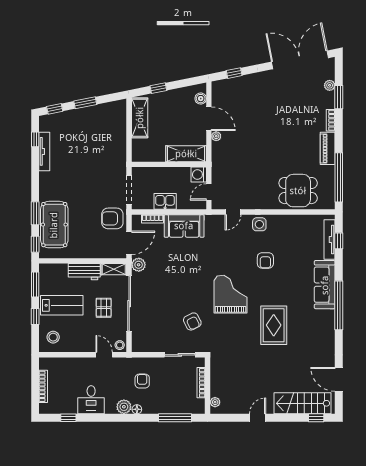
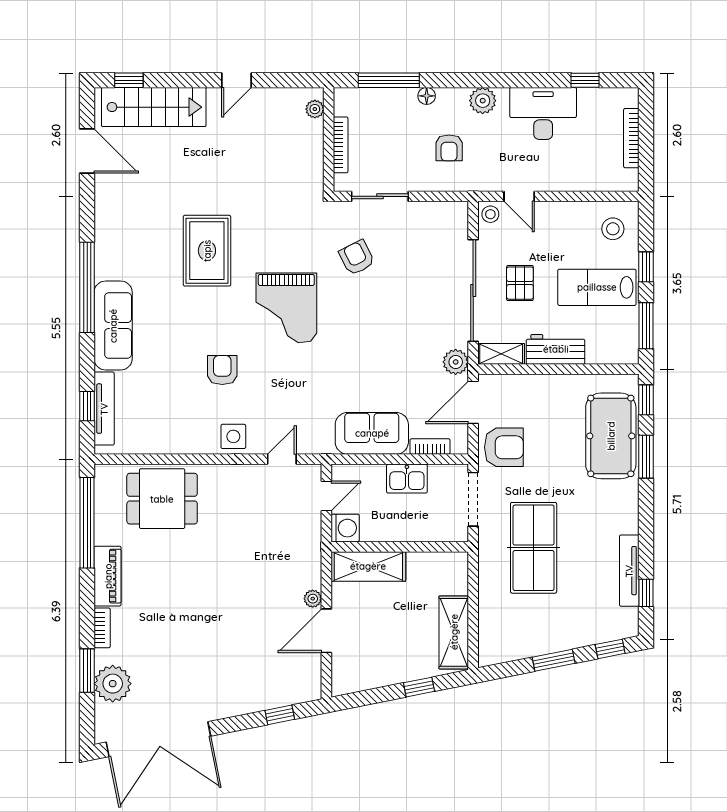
plant: (330, 85) -> (113, 684), width x1.87, depth x1.87
boiler: (201, 99) -> (341, 668), removed
door: (209, 119) -> (326, 631), hinge flipped
table tennis table: (96, 164) -> (534, 548), added
desk: (91, 400) -> (543, 113), width x1.37
floor lamp: (137, 409) -> (427, 96), moved

